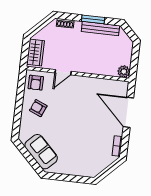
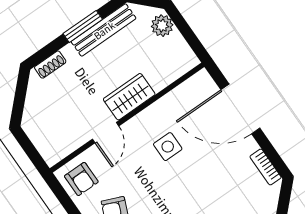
wardrobe: (36, 52) -> (129, 97), moved, turned -90
plant: (124, 72) -> (162, 26), moved
side table: (84, 101) -> (168, 147), added

